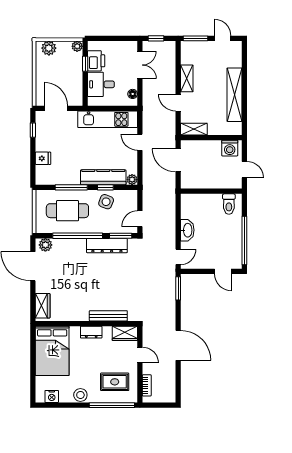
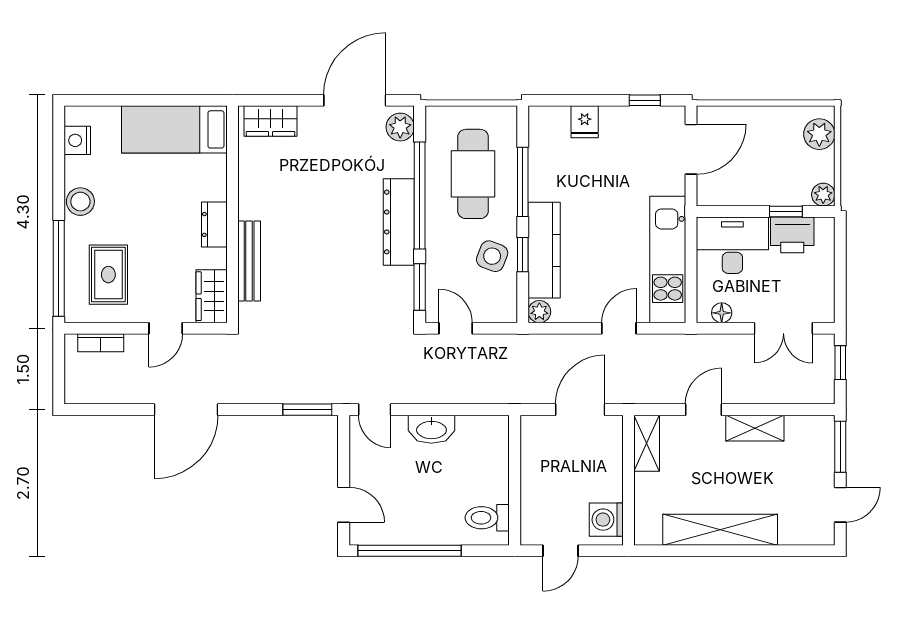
desk: (101, 84) -> (732, 245), width x1.37
dresser: (107, 246) -> (399, 222), moved
door: (223, 271) -> (344, 505), swing flipped
bed: (52, 351) -> (174, 129), width x0.67

